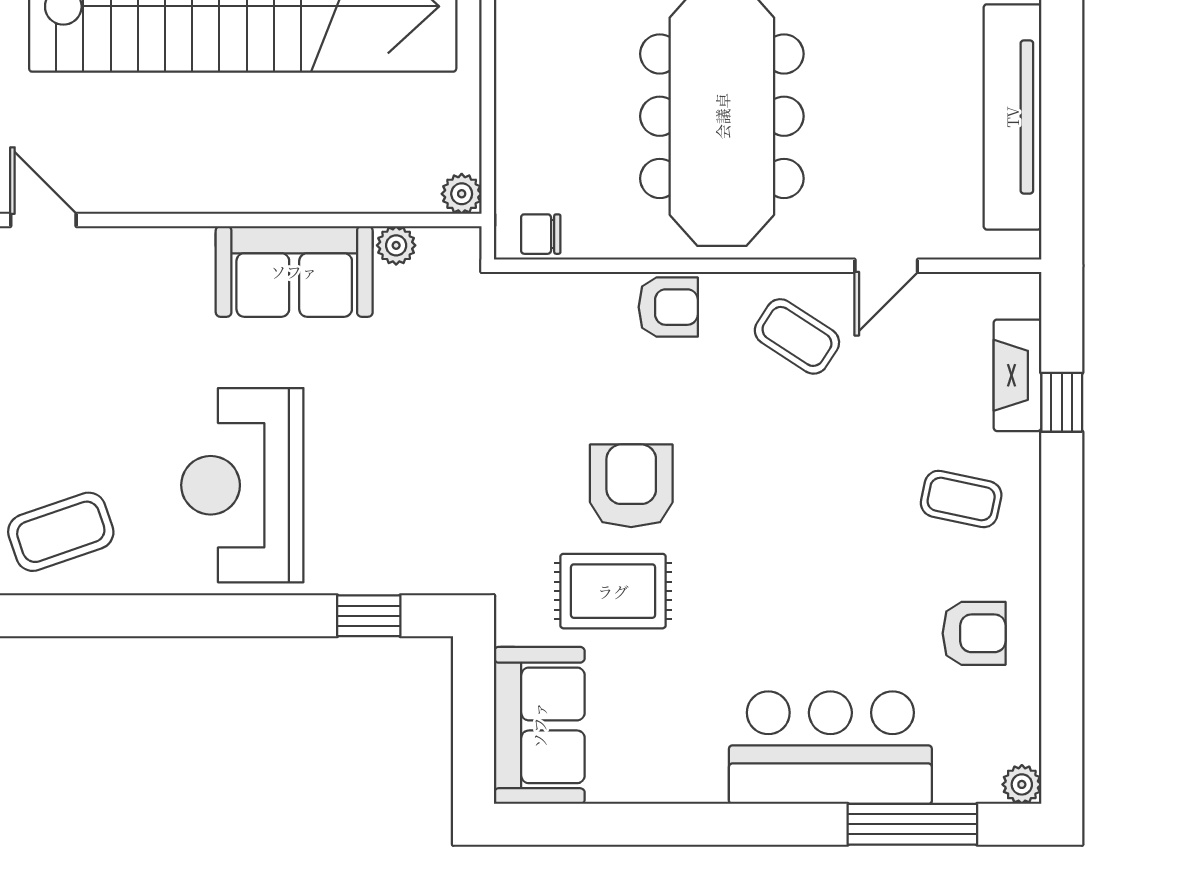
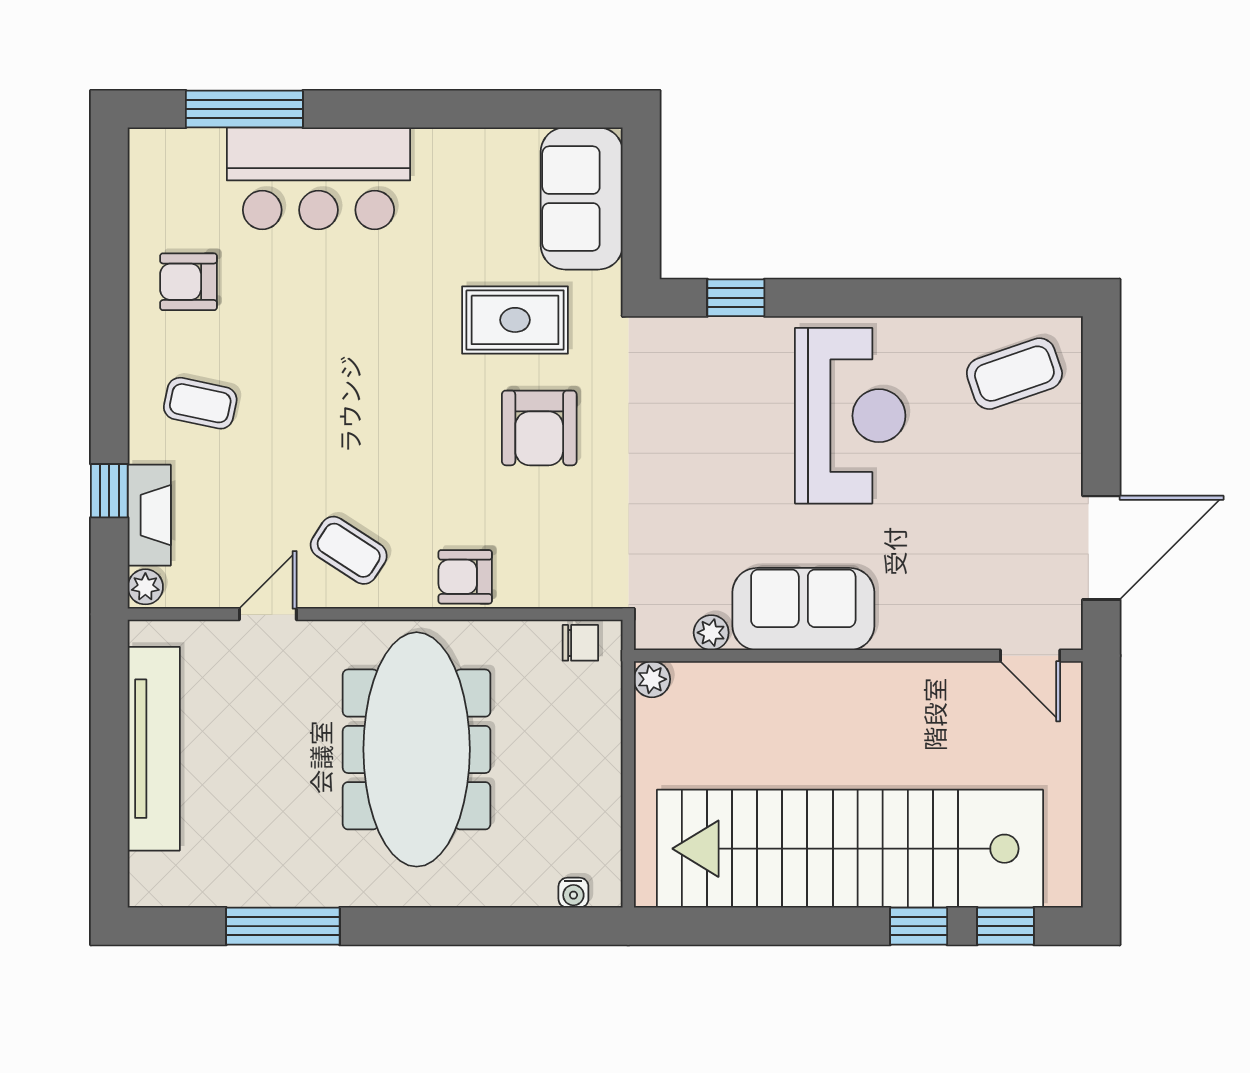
armchair: (631, 486) -> (539, 428), moved
plant: (1022, 784) -> (145, 587), moved

